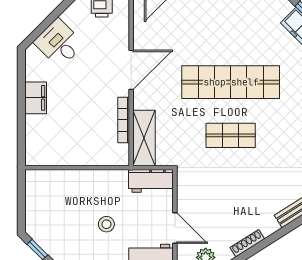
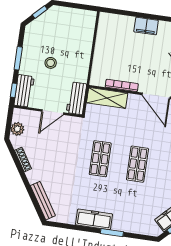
shop shelf: (231, 82) -> (137, 164), width x0.50, depth x0.74
door: (175, 228) -> (53, 112), moved

